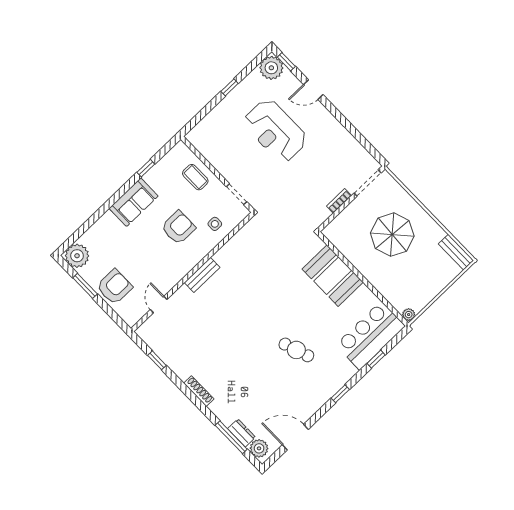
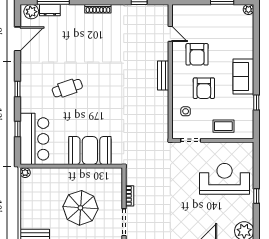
reception desk: (275, 131) -> (225, 179), moved
plant: (77, 256) -> (248, 9), width x0.53, depth x0.53
armchair: (114, 287) -> (197, 54), moved

